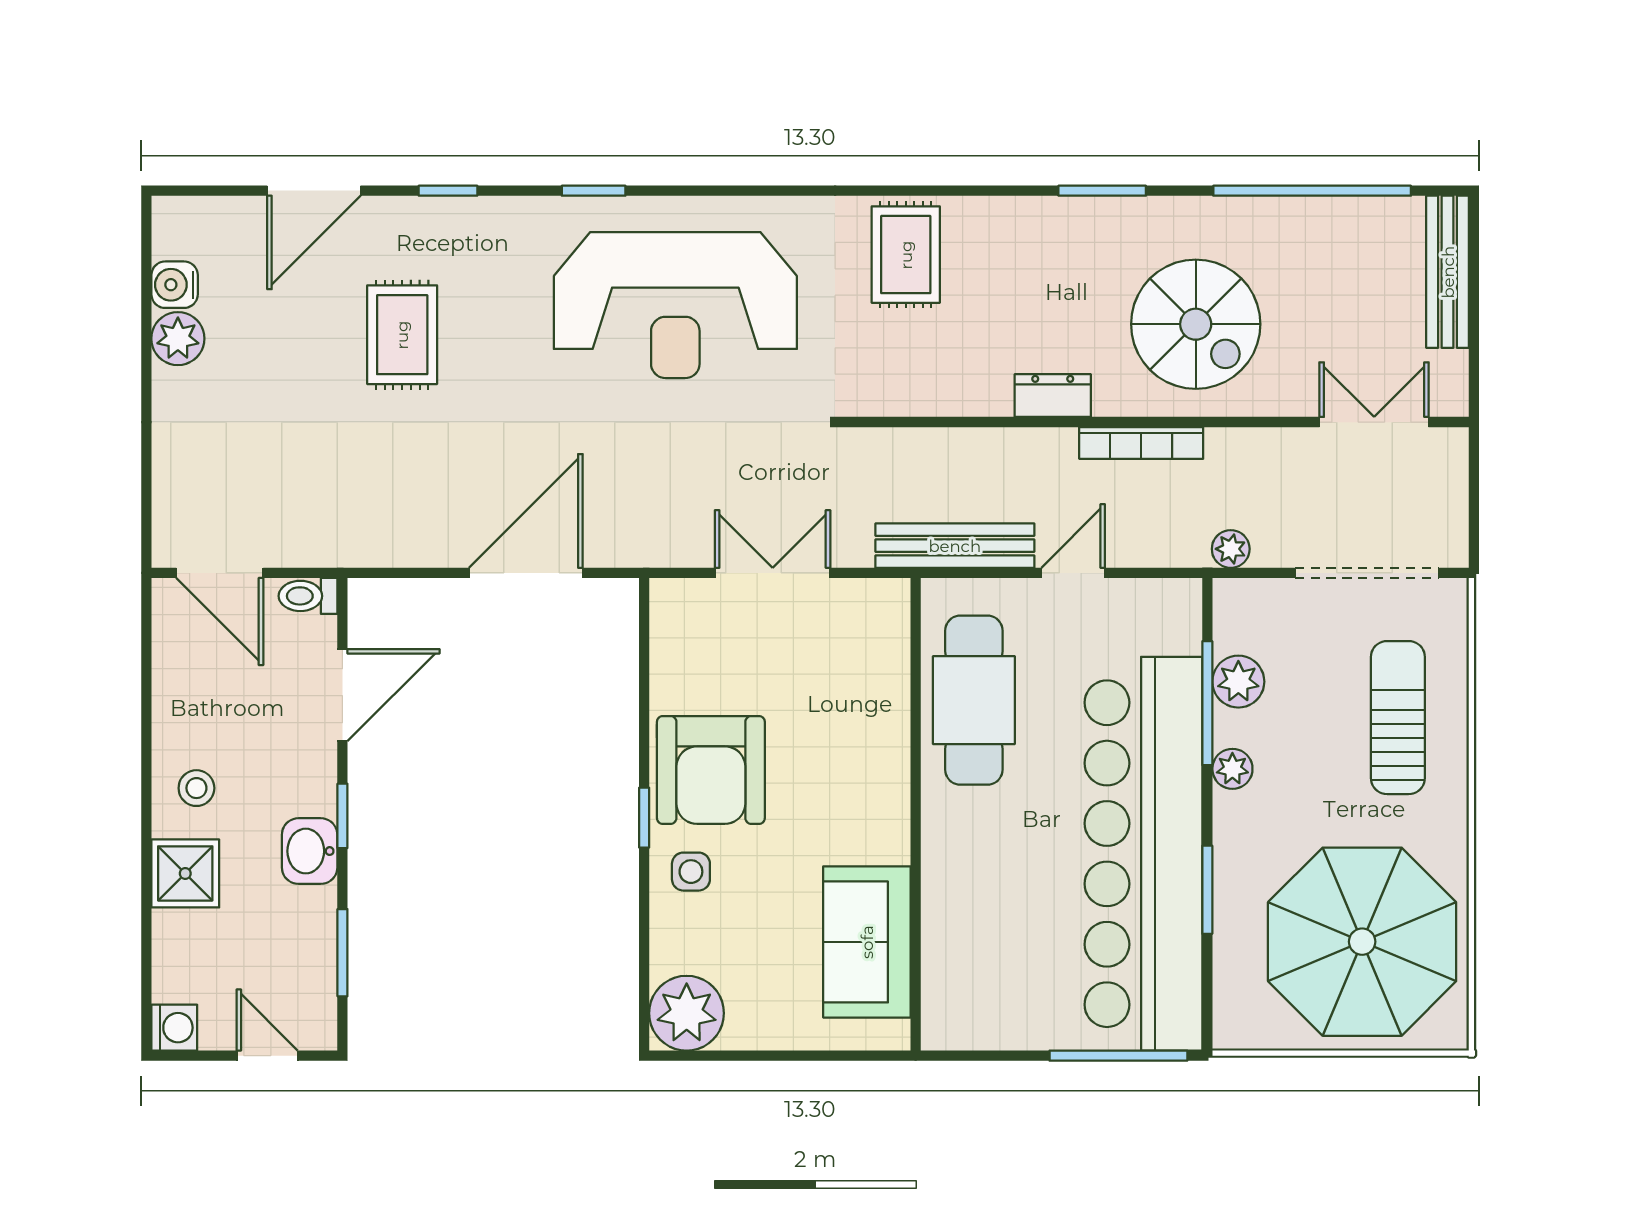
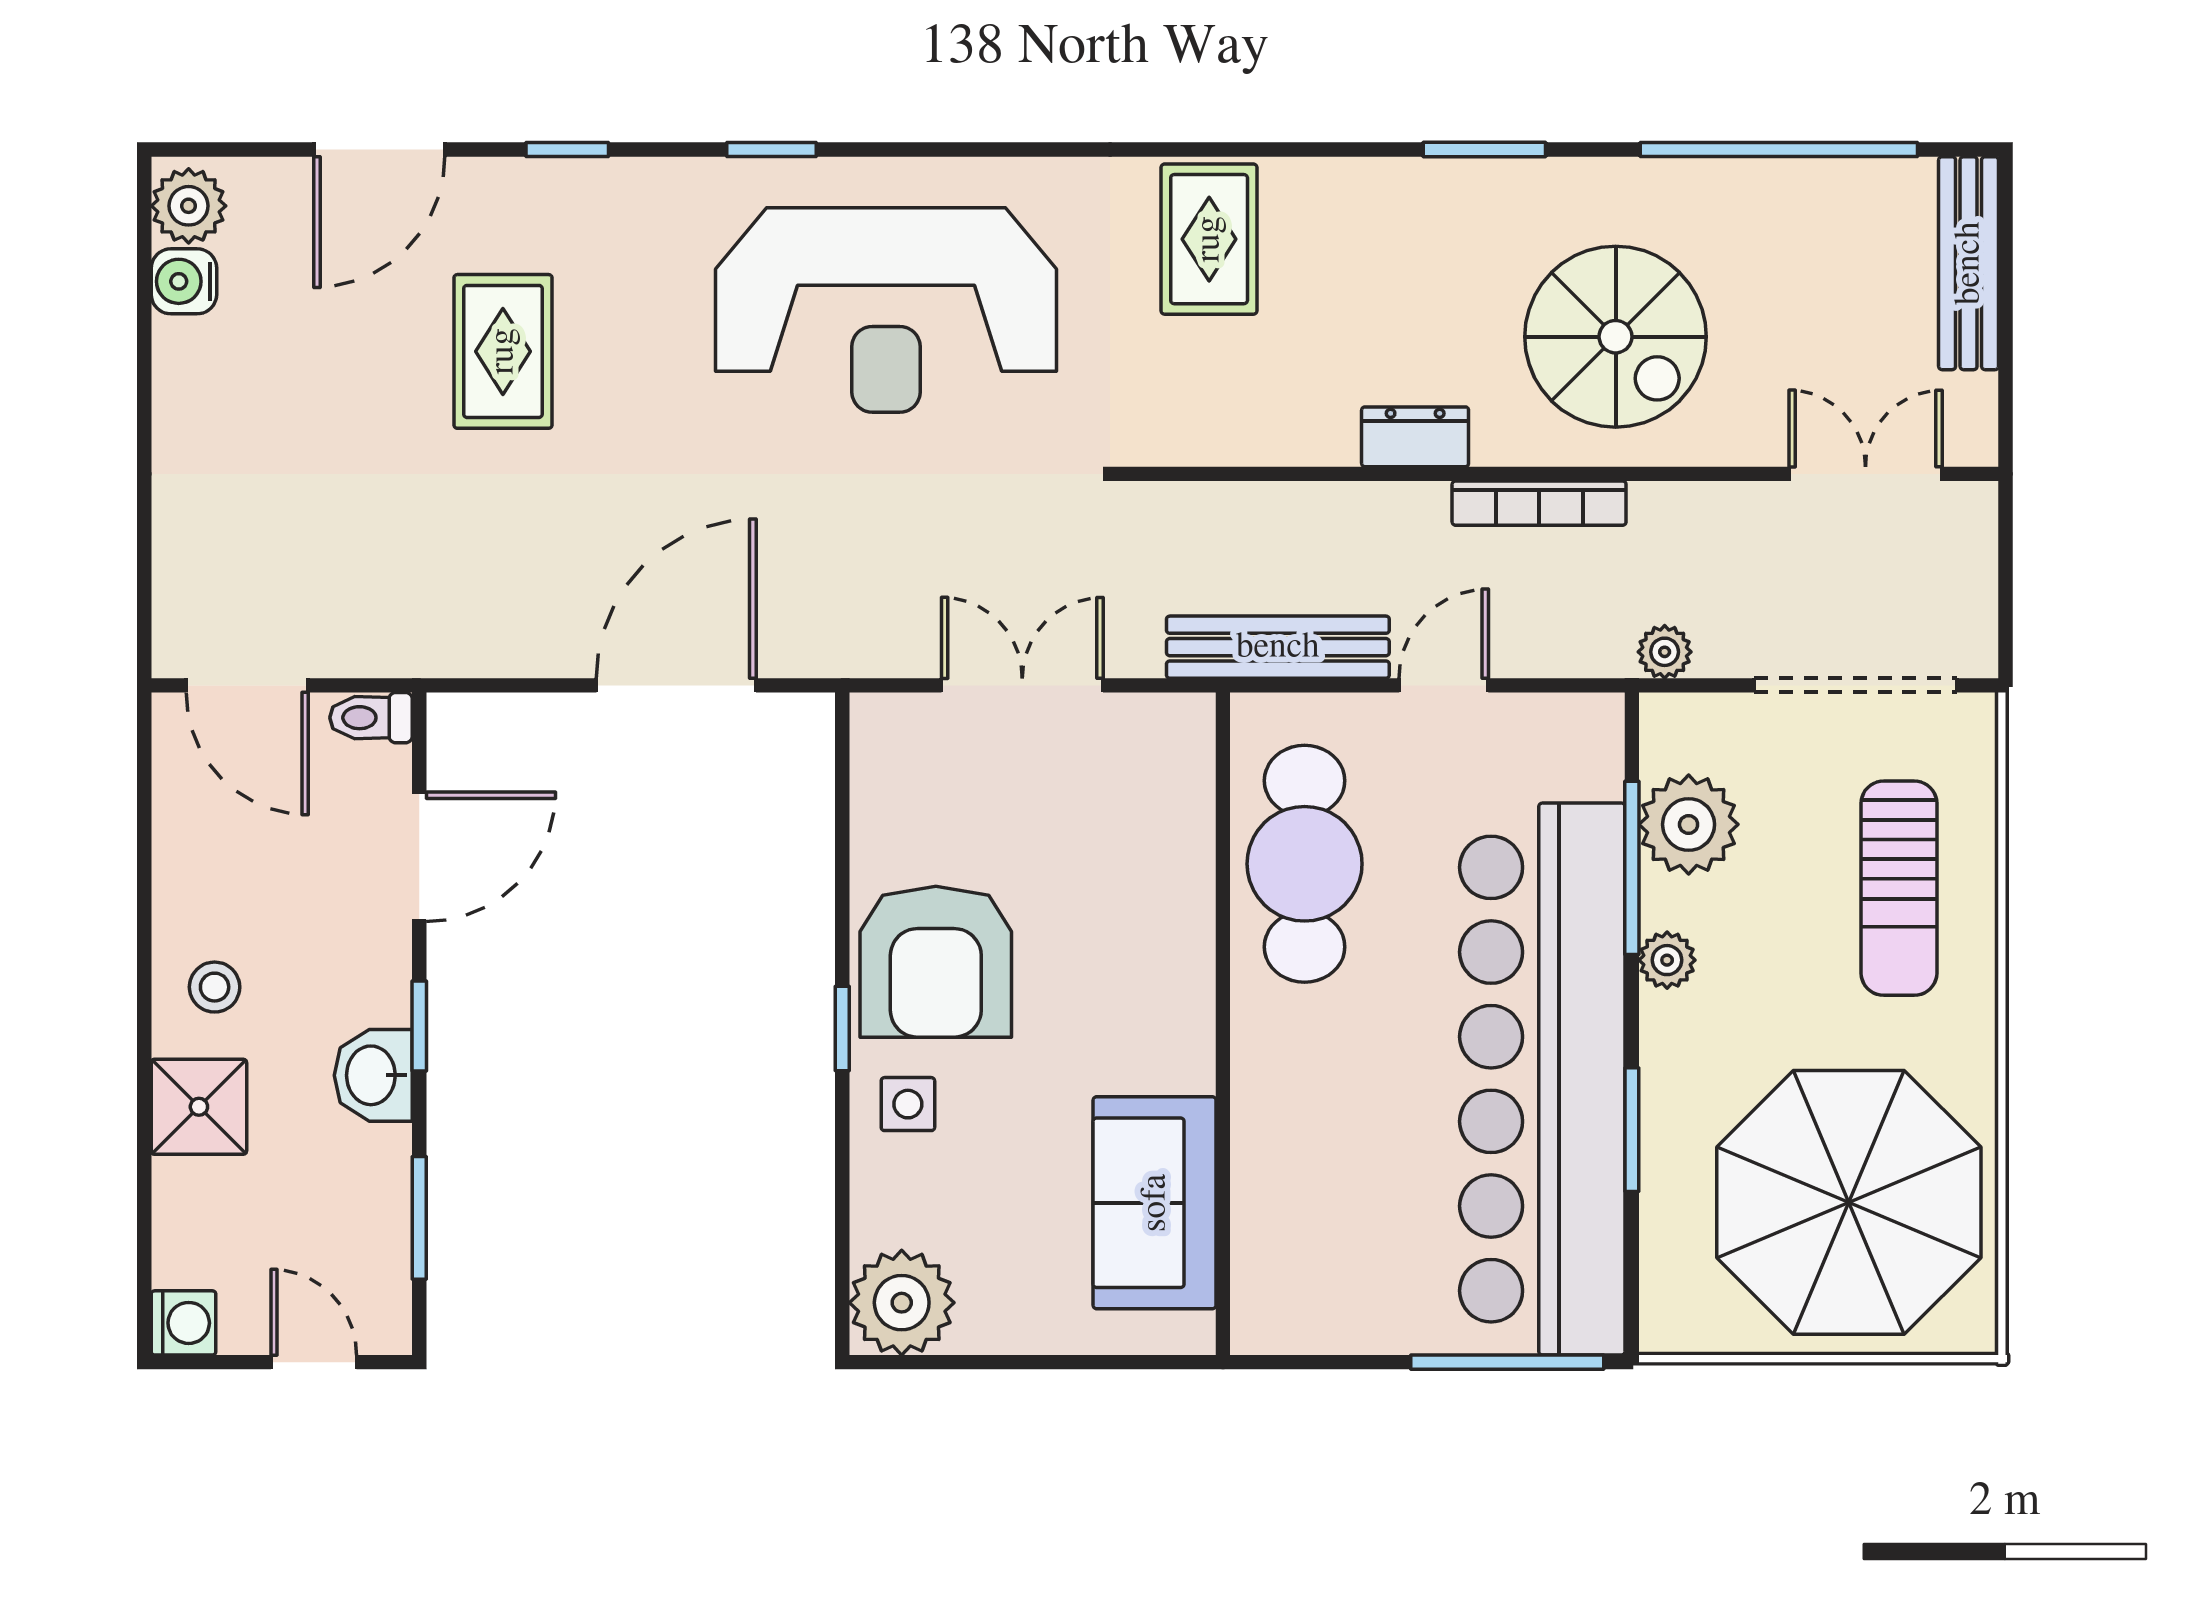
plant: (178, 339) -> (189, 206), moved
plant: (1238, 682) -> (1689, 824), width x1.36, depth x1.36
sun lounger: (1398, 718) -> (1899, 888), turned 180

